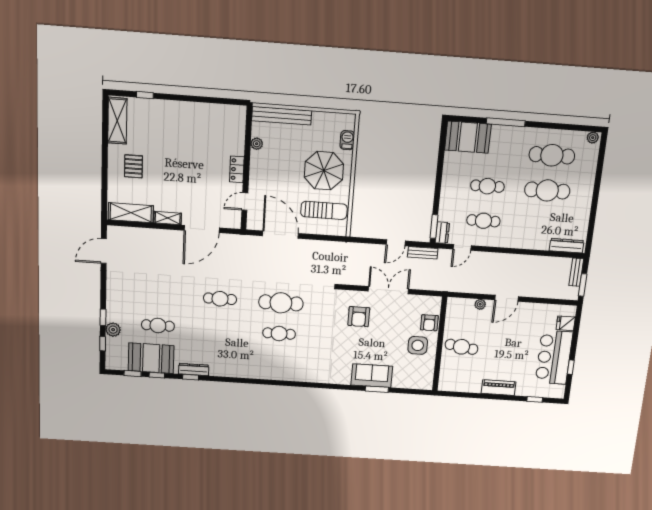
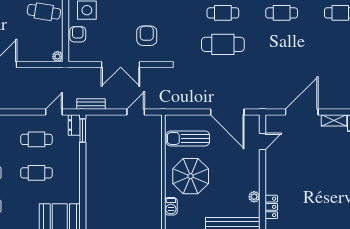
locker: (237, 169) -> (271, 207), moved
door: (396, 243) -> (136, 112), moved
cafe table: (220, 299) -> (282, 13), moved
plant: (480, 304) -> (58, 57), moved

